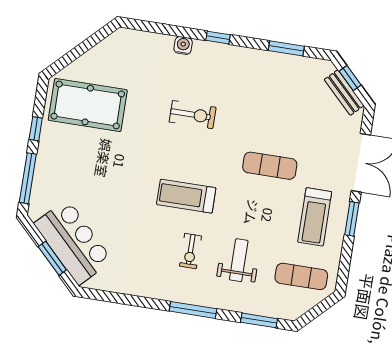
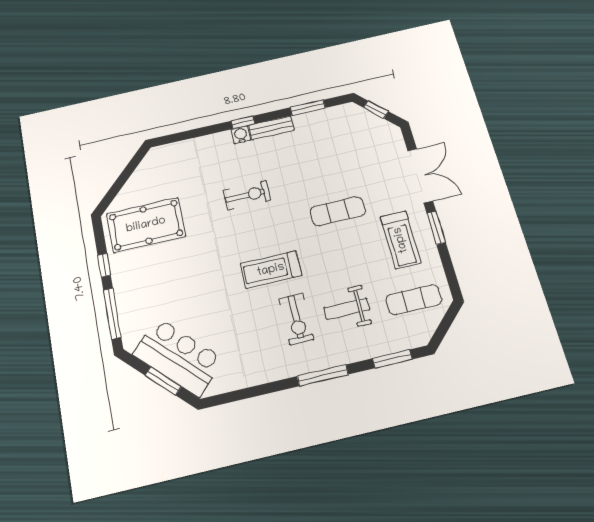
water cooler: (183, 45) -> (241, 135), moved
bench: (344, 93) -> (271, 128), moved, turned -45
exercise bike: (190, 251) -> (296, 319), width x1.38, depth x1.39
weight bench: (239, 260) -> (347, 309), turned -90

